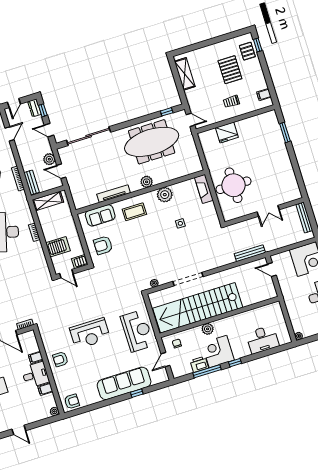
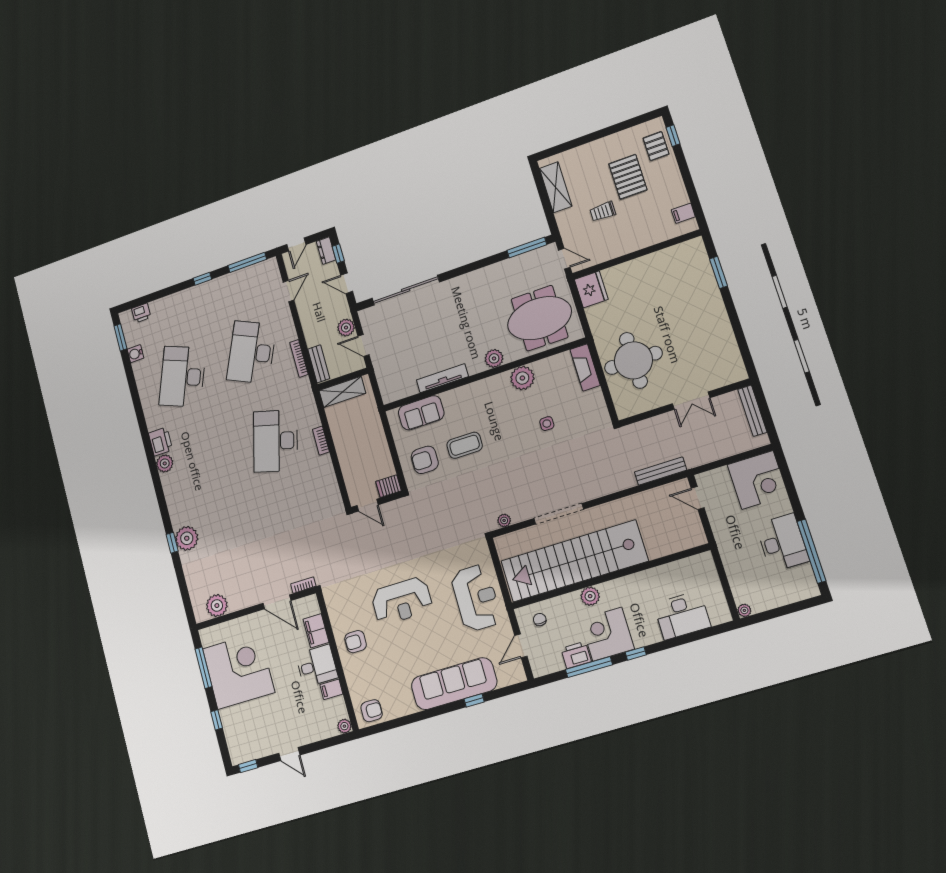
trolley: (231, 102) -> (603, 212), moved
window: (167, 112) -> (527, 248), width x2.17
fridge: (227, 132) -> (591, 289), moved, turned -90
meeting table: (152, 142) -> (540, 318), moved, width x0.73
coffee table: (134, 212) -> (465, 445), moved
server rack: (58, 247) -> (356, 463), removed
filing cabinet: (36, 357) -> (316, 631), width x2.00

